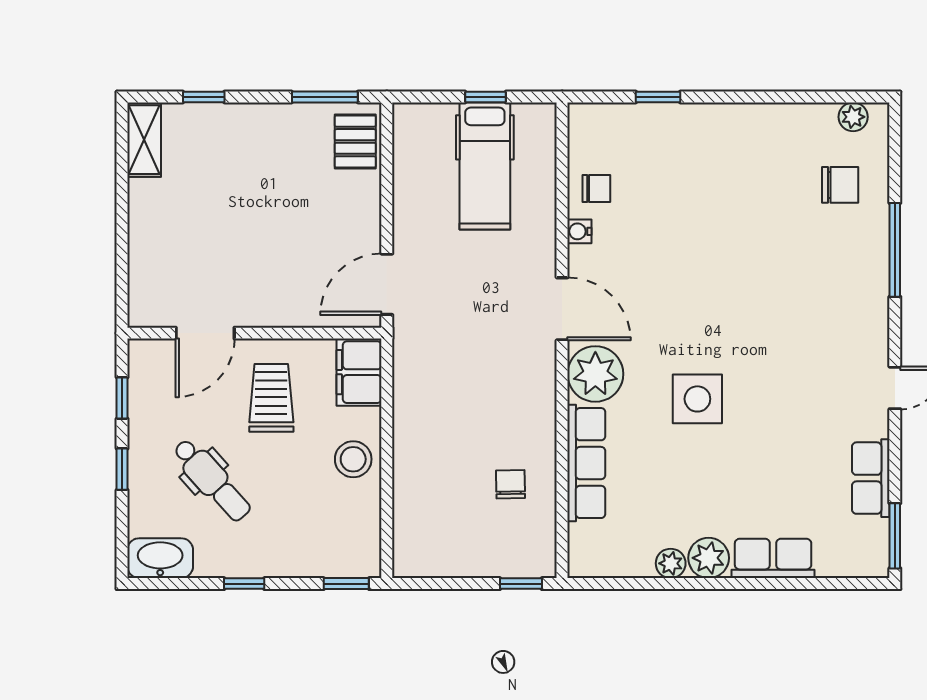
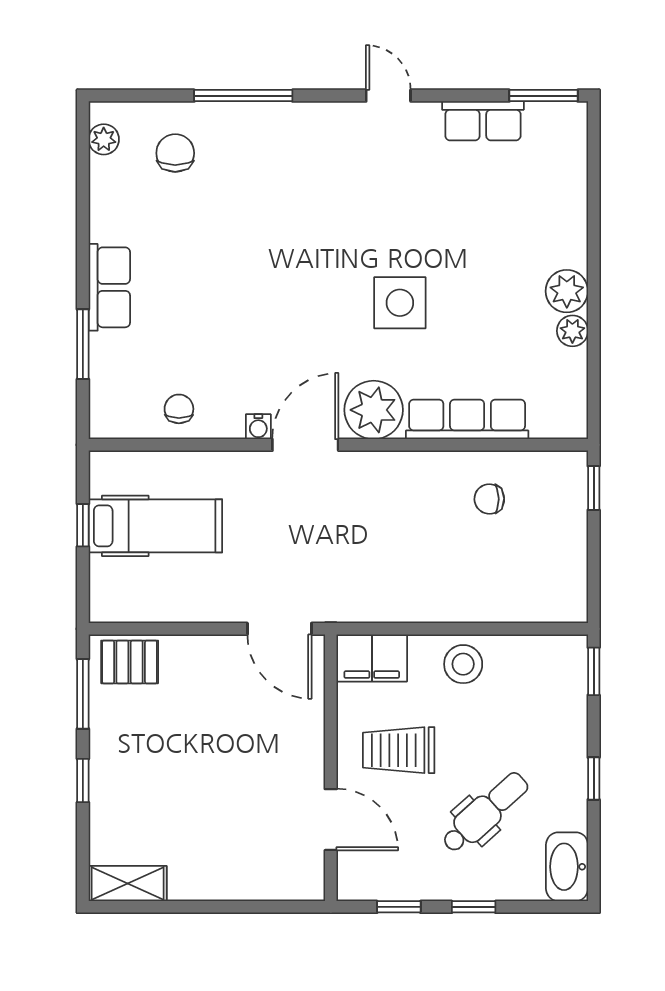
window: (204, 97) -> (83, 781), moved
window: (658, 97) -> (83, 344), width x1.50
water cooler: (579, 231) -> (258, 427), moved
row of seats: (773, 558) -> (109, 287), moved, turned 180

